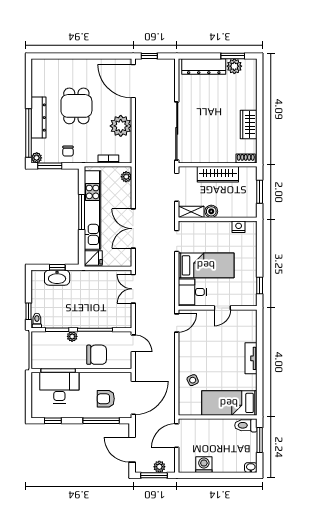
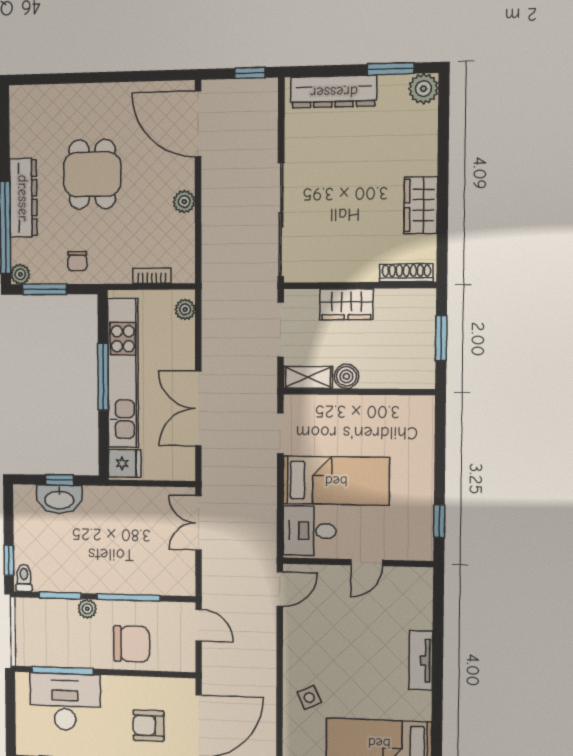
window: (149, 56) -> (250, 73), moved
plant: (234, 66) -> (423, 89), moved
plant: (121, 126) -> (184, 202), width x0.53, depth x0.53
shoe rack: (246, 159) -> (406, 273), width x1.43
wardrobe: (218, 174) -> (346, 304), width x0.67
nightstand: (239, 227) -> (399, 407), removed

